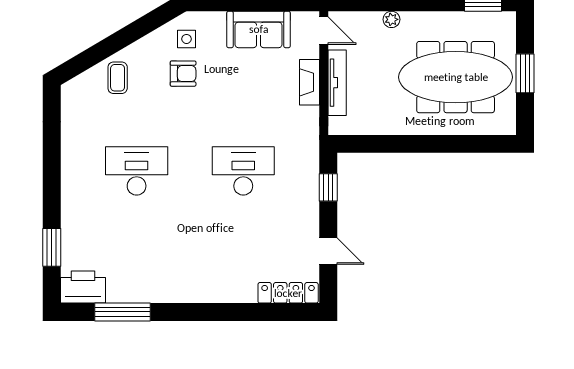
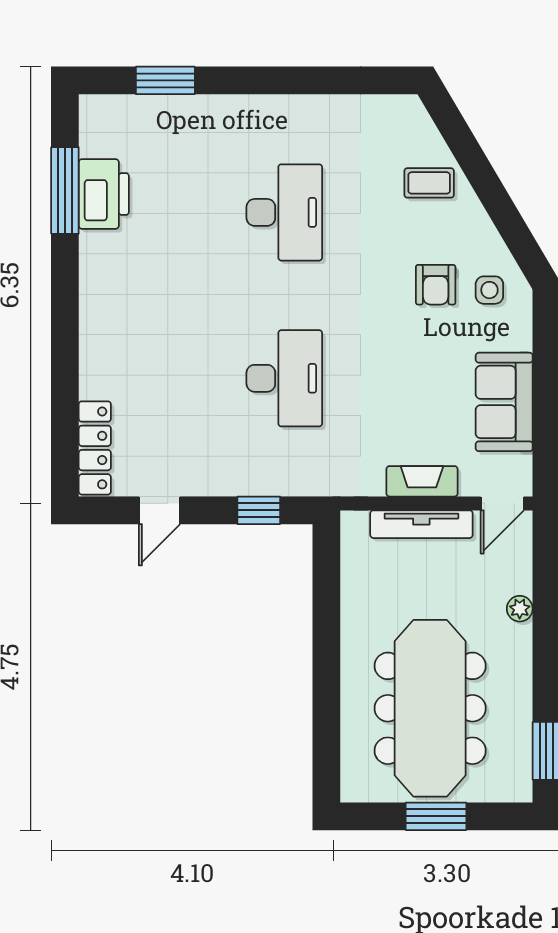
printer: (83, 287) -> (104, 194), moved

